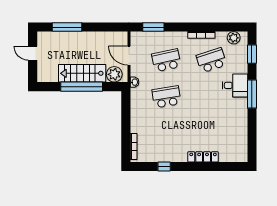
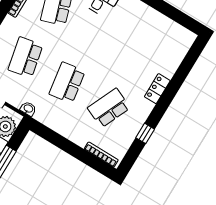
school desk: (166, 133) -> (109, 108), added
locker: (203, 157) -> (157, 89), width x0.66

